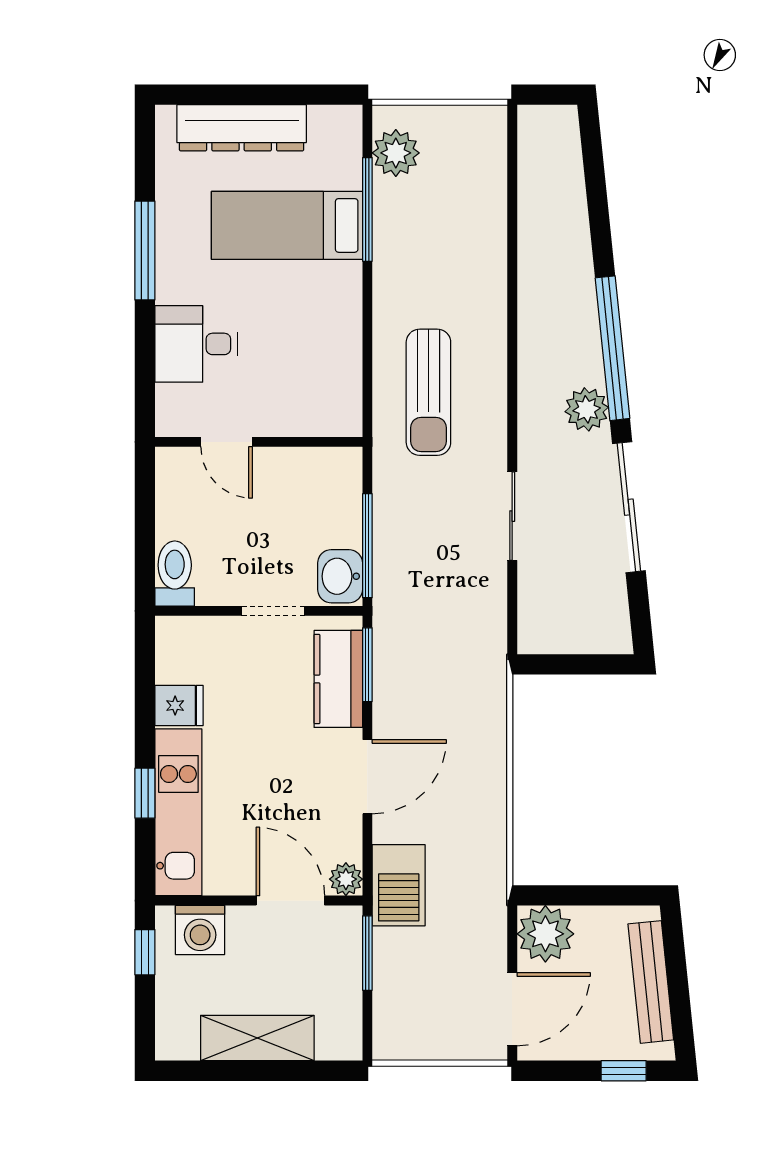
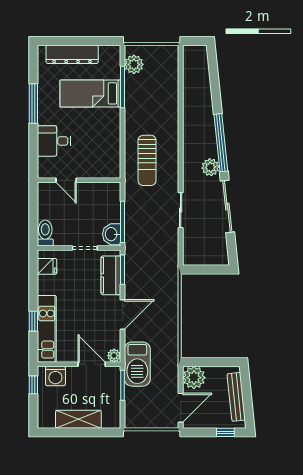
fridge: (179, 706) -> (47, 266), moved
barbecue: (399, 885) -> (137, 364), width x1.37, depth x1.21

